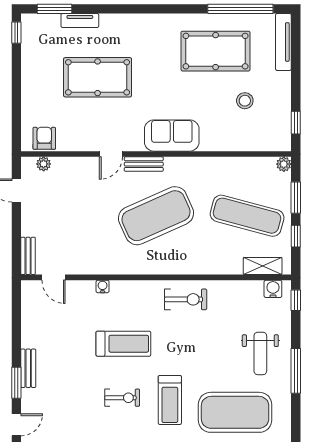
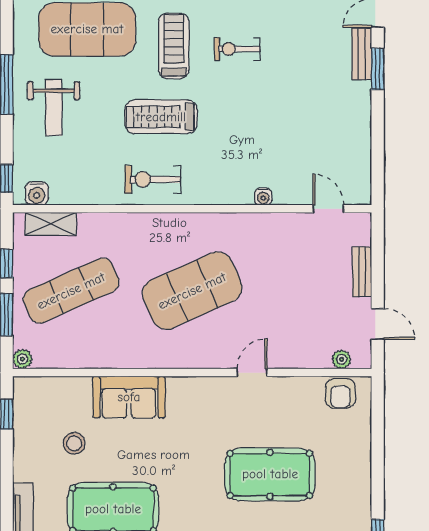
sofa: (172, 136) -> (129, 397), moved
bench: (144, 164) -> (208, 359), removed
exercise mat: (247, 216) -> (71, 291), turned -39
bench: (28, 256) -> (362, 272), moved
treadmill: (123, 344) -> (161, 117), moved
weight bench: (260, 353) -> (54, 108), turned 180
bench: (28, 368) -> (362, 54), moved

